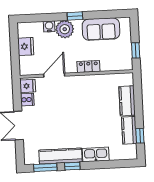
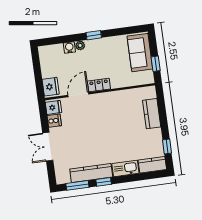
plant: (65, 29) -> (80, 45), width x0.53, depth x0.53
sofa: (101, 29) -> (140, 53), moved, turned 90
fridge: (26, 47) -> (51, 87), moved
locker: (88, 67) -> (99, 85), moved
kitchen counter: (129, 130) -> (152, 165), moved, turned 90

